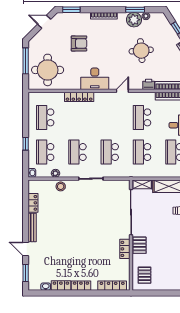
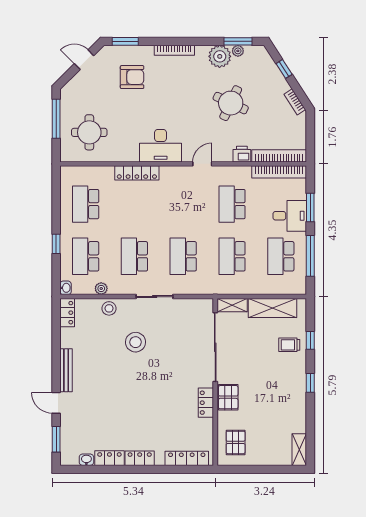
window: (135, 10) -> (238, 41), moved
armchair: (79, 43) -> (132, 77), moved
round table: (141, 51) -> (231, 103), turned 30
round table: (48, 70) -> (89, 132), width x0.73, depth x0.73
locker: (33, 203) -> (67, 313), moved
stool: (78, 209) -> (136, 342), added

